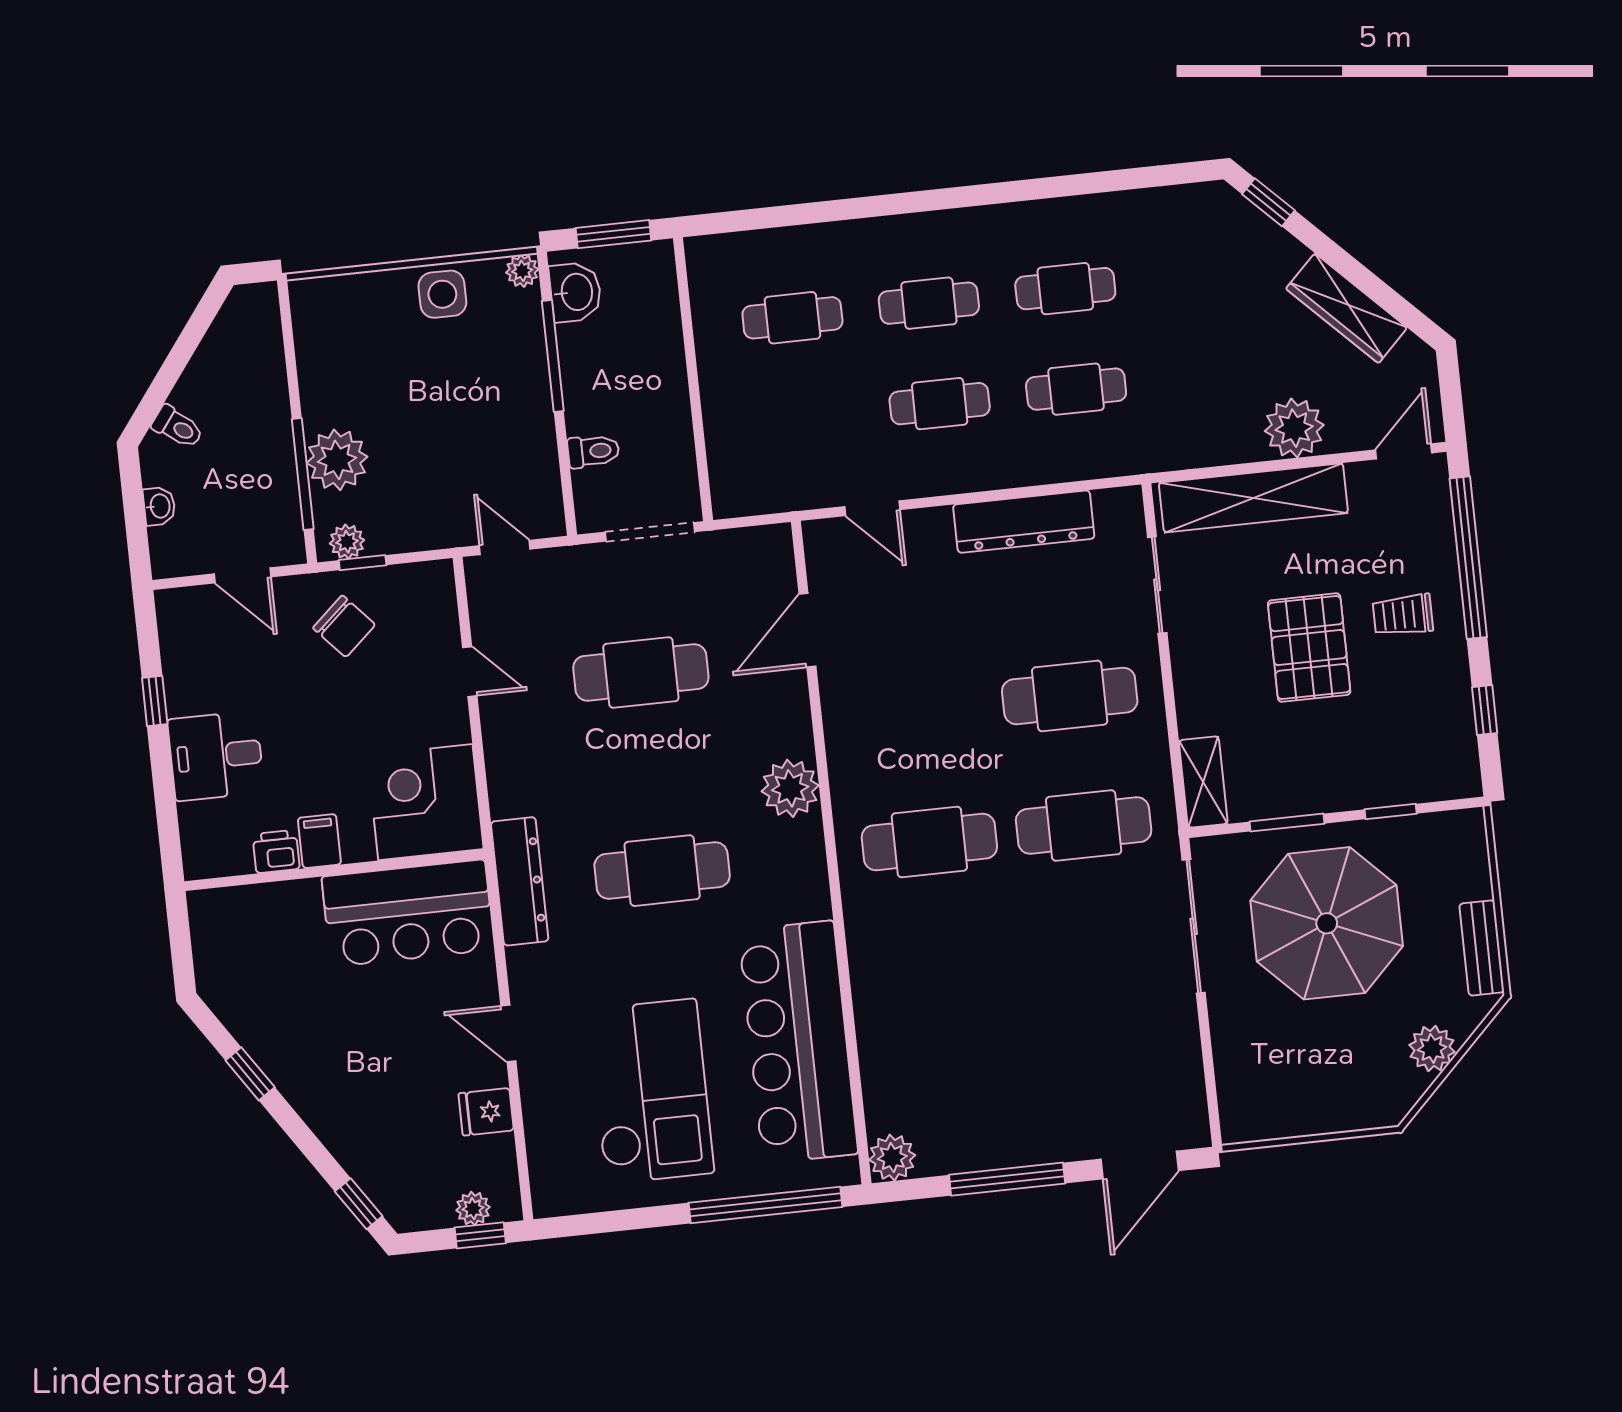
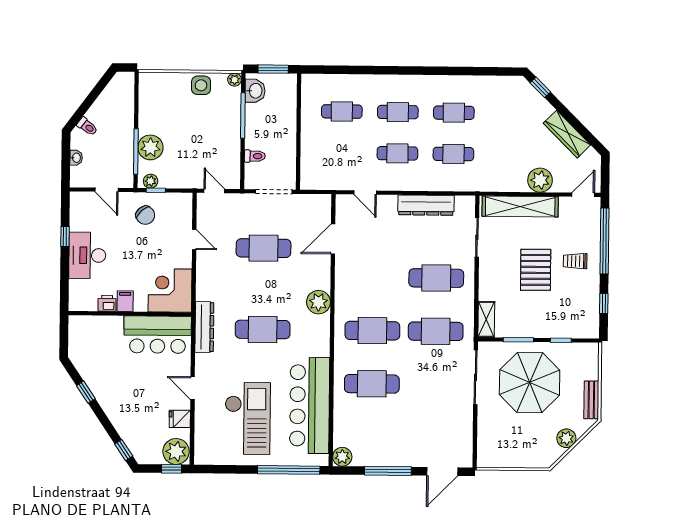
desk: (216, 756) -> (87, 255), width x1.37
cafe table: (943, 972) -> (372, 384), added
plant: (473, 1209) -> (176, 451), width x1.88, depth x1.88

